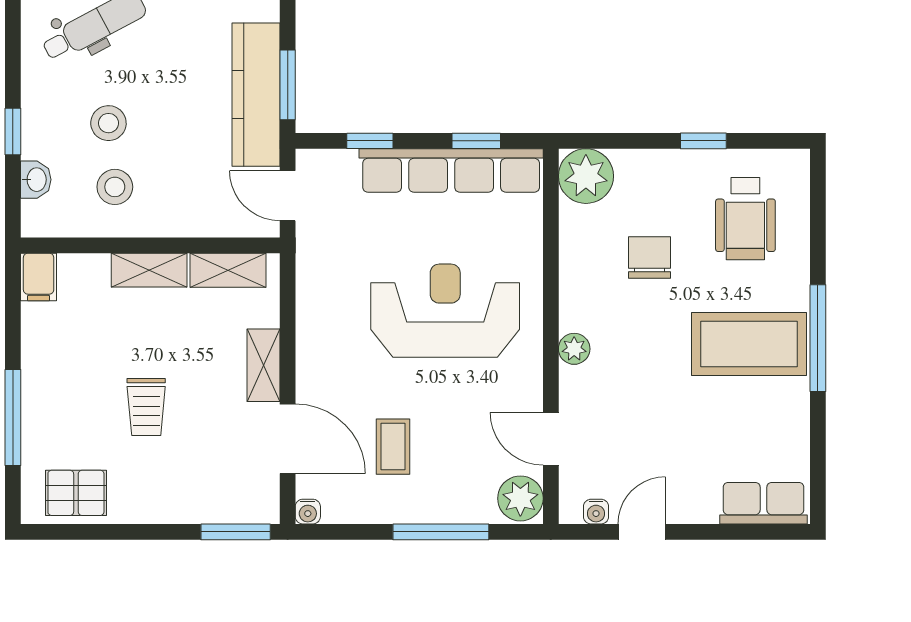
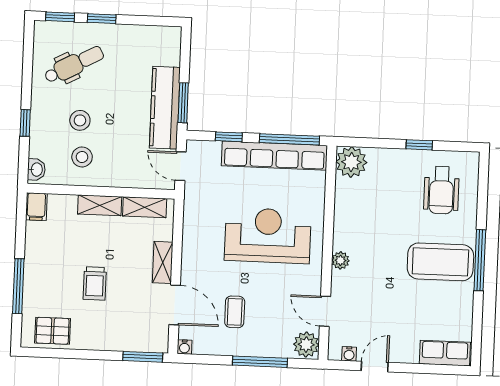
window: (476, 141) -> (289, 139), width x2.17
washbasin: (36, 180) -> (36, 170), moved
chair: (649, 258) -> (386, 210), removed

